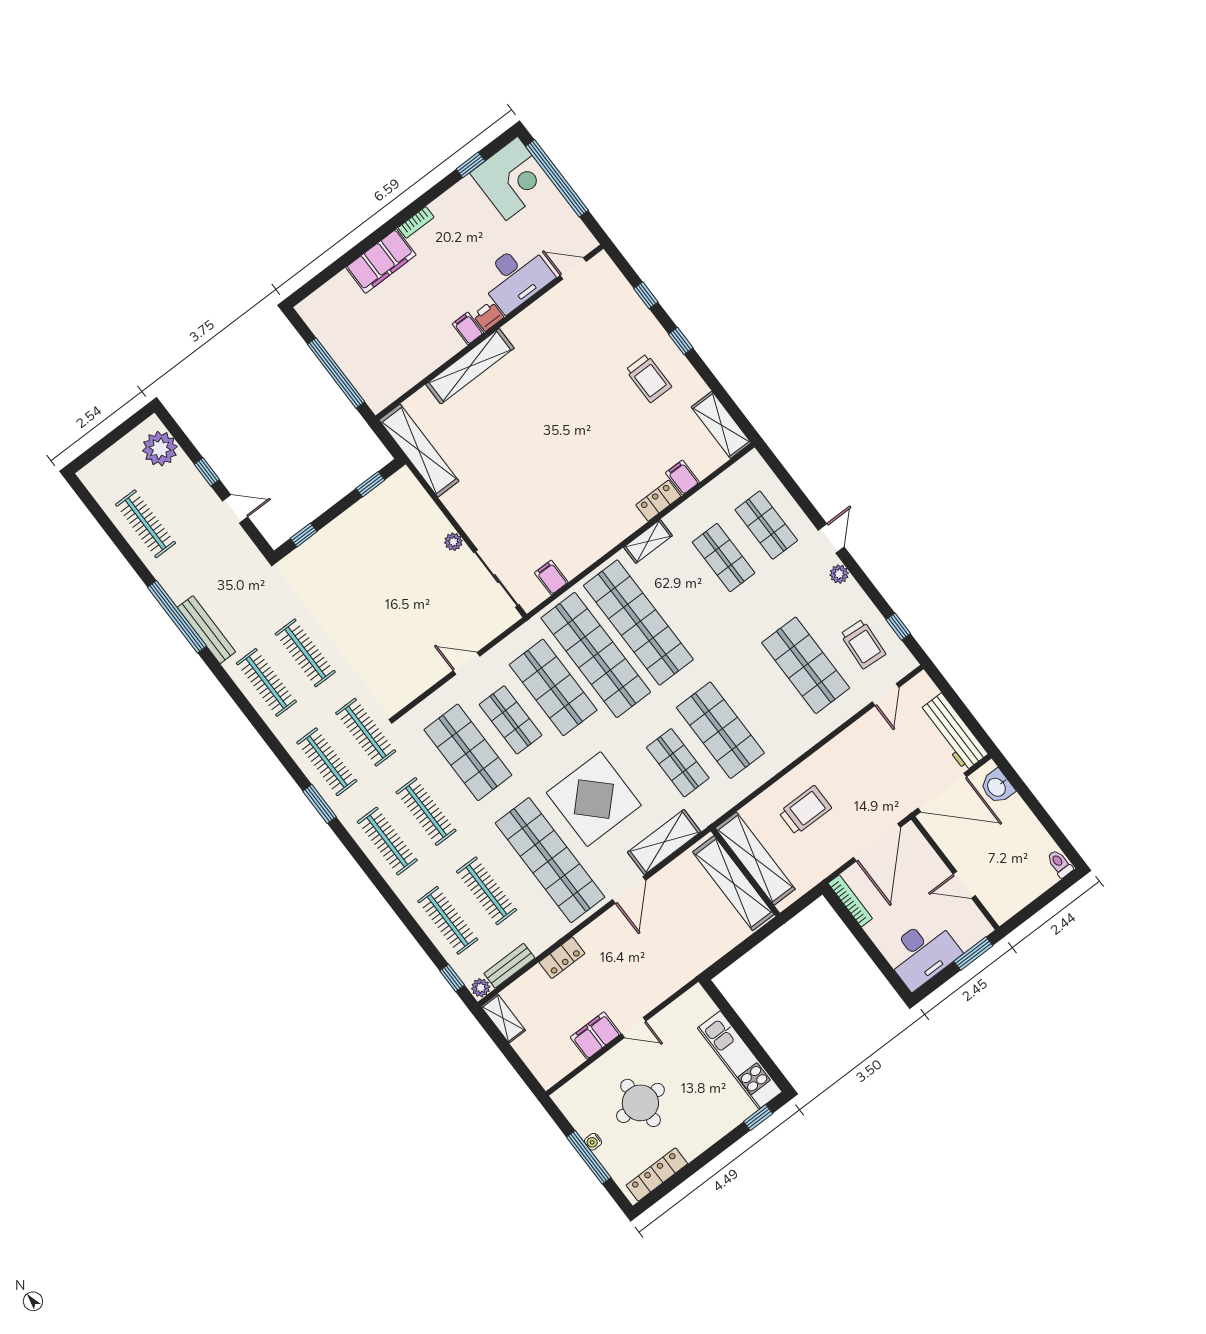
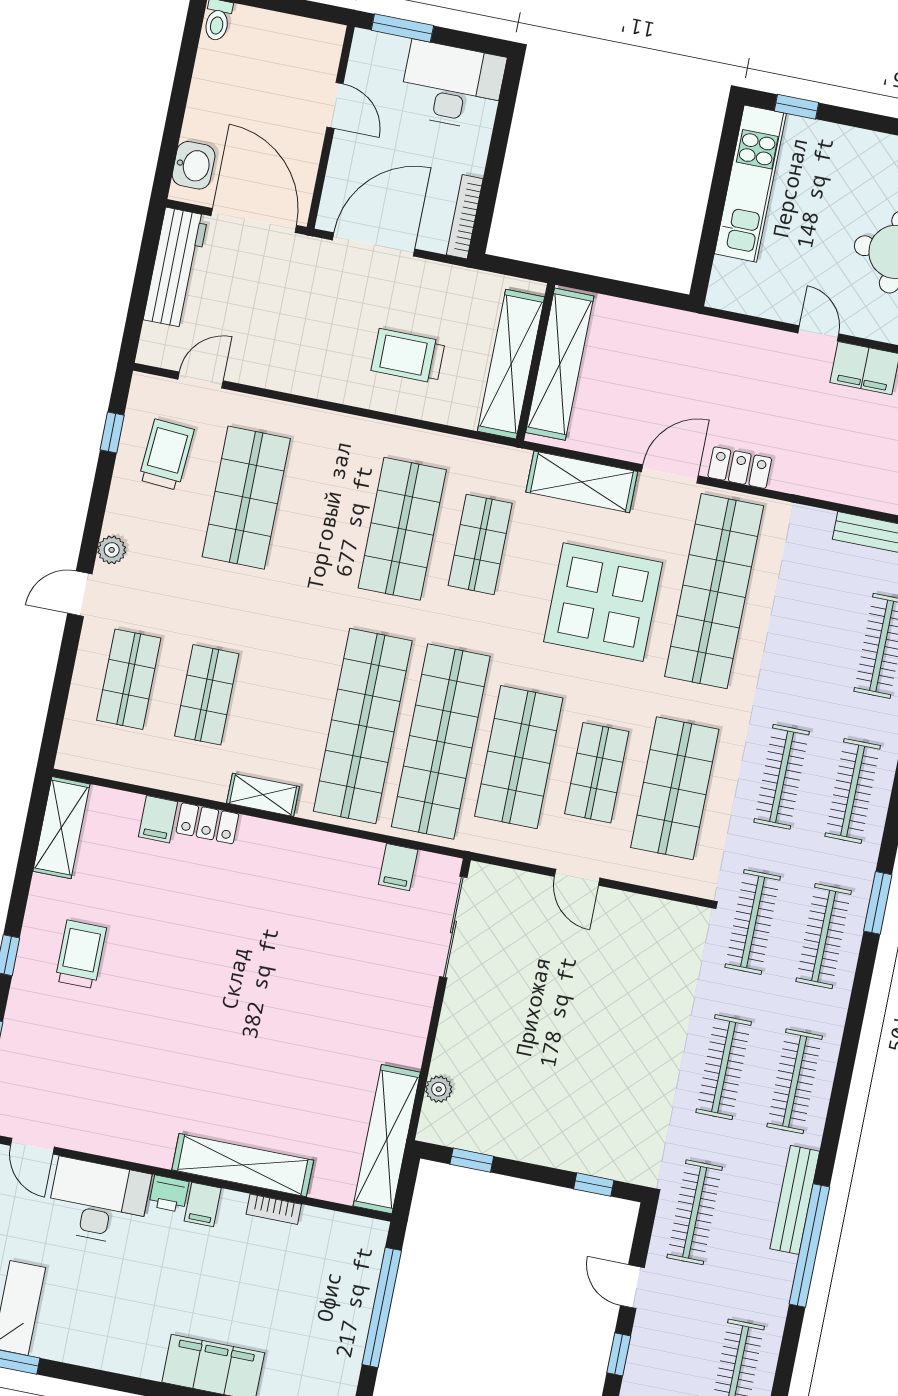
bookcase: (416, 222) -> (274, 1209), moved, turned 180
plant: (453, 542) -> (439, 1089), moved
clothes rail: (487, 891) -> (695, 1212), moved
locker: (562, 958) -> (740, 468), moved

